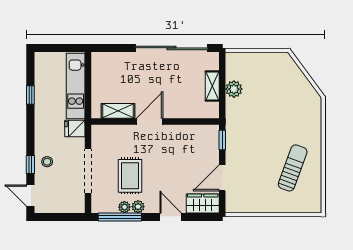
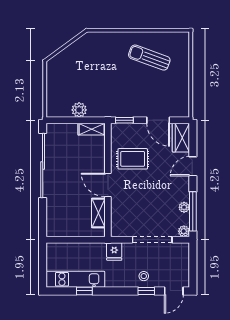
kitchen unit: (76, 86) -> (75, 279), moved, turned 180
shelving: (212, 86) -> (92, 129), moved
rug: (130, 176) -> (133, 159), moved
plant: (138, 207) -> (184, 231), moved

